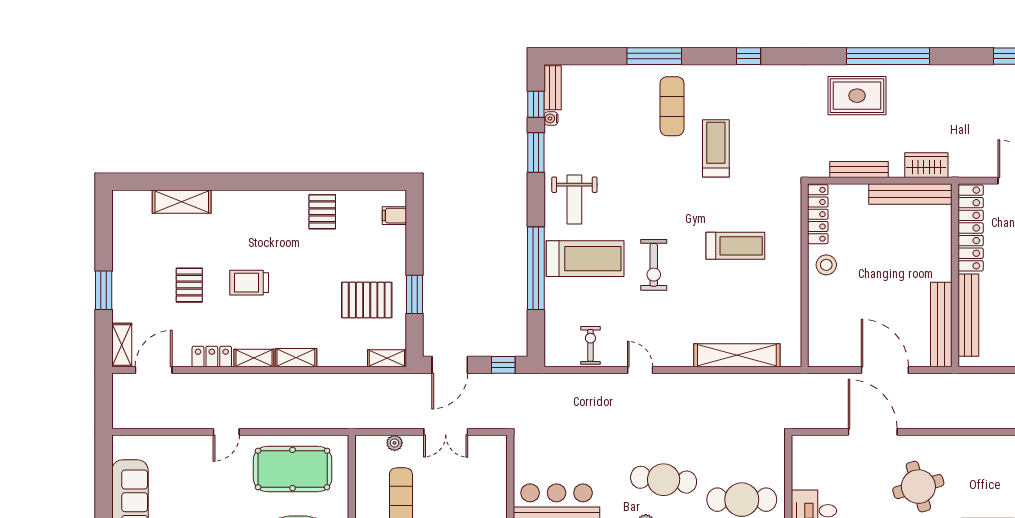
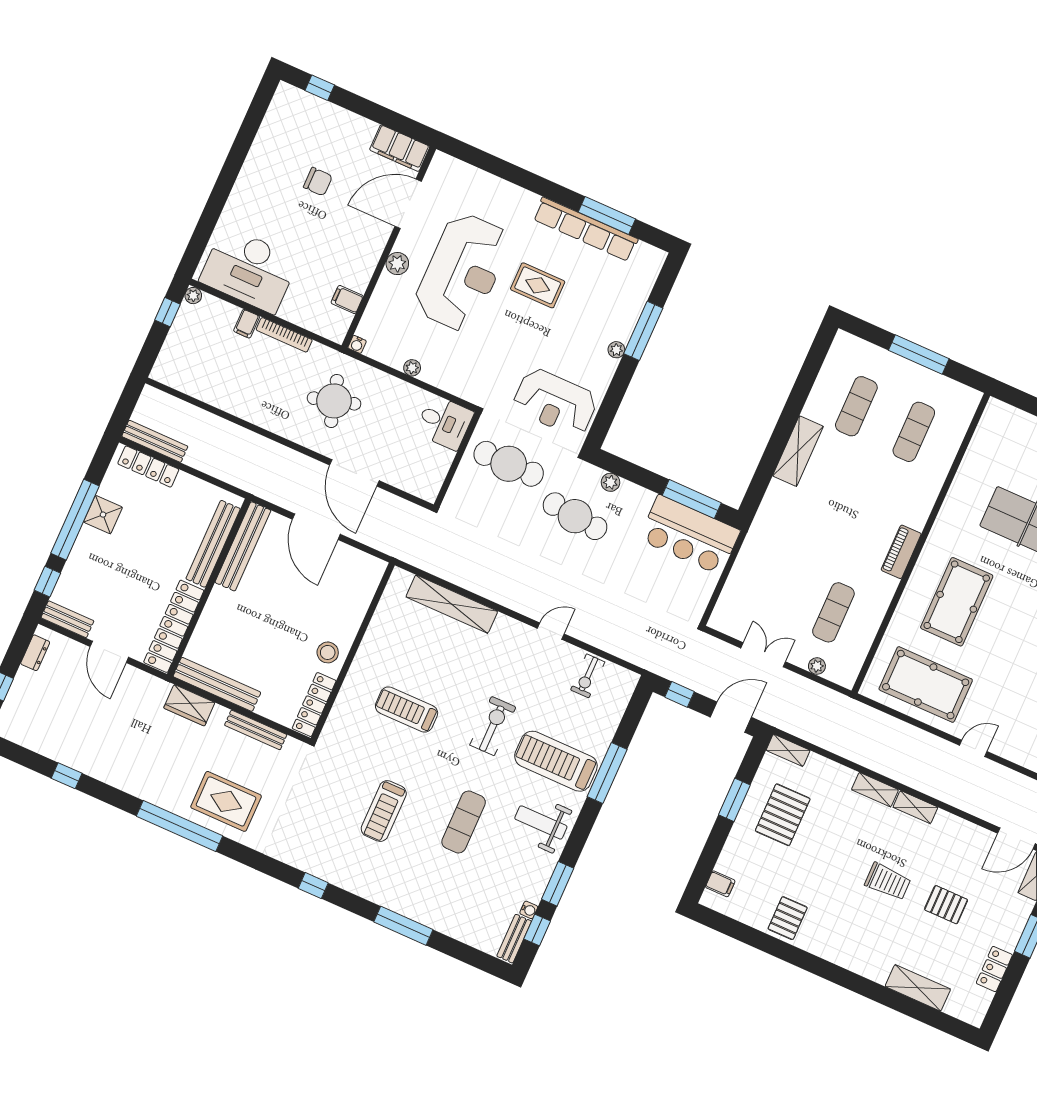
exercise mat: (672, 106) -> (464, 822), moved
weight bench: (574, 199) -> (541, 822), turned -90
window: (536, 268) -> (607, 773), width x0.68
pallet: (189, 285) -> (946, 905), turned 90
pallet: (367, 300) -> (783, 815), turned 90
locker: (212, 357) -> (994, 969), moved, turned 90
door: (640, 370) -> (551, 631), swing flipped

